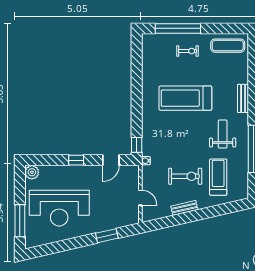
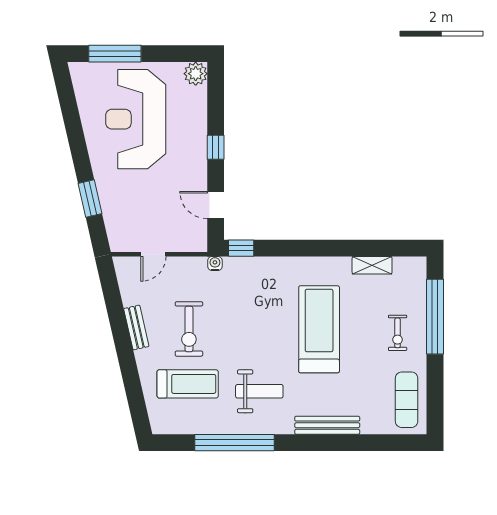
shelving: (147, 66) -> (372, 265), added
bench: (243, 98) -> (327, 425), width x1.36

